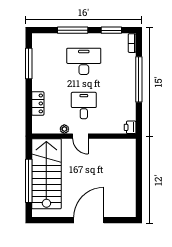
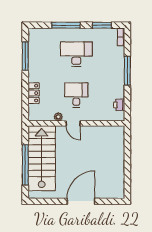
window: (139, 79) -> (127, 71), width x0.68
printer: (130, 127) -> (119, 105), moved

